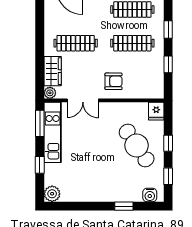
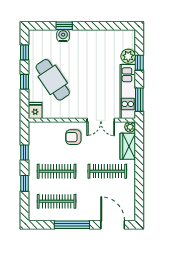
double door: (83, 100) -> (101, 120), swing flipped
plant: (52, 194) -> (128, 56), moved
water cooler: (150, 195) -> (63, 36), moved

